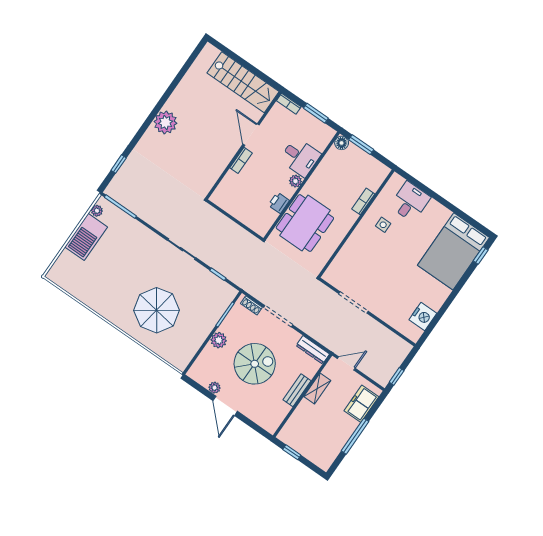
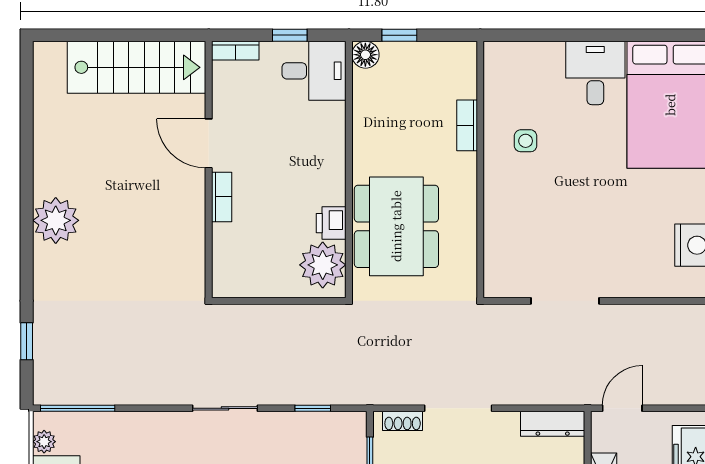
window: (316, 113) -> (290, 35), width x0.67
window: (361, 145) -> (399, 35), width x0.67
desk: (300, 157) -> (314, 71), moved
plant: (295, 181) -> (323, 265), moved, width x1.87, depth x1.87
desk: (410, 202) -> (595, 73), moved

